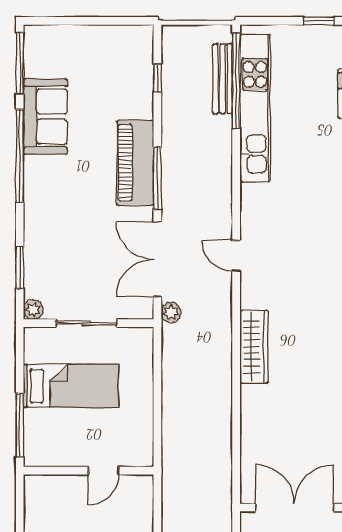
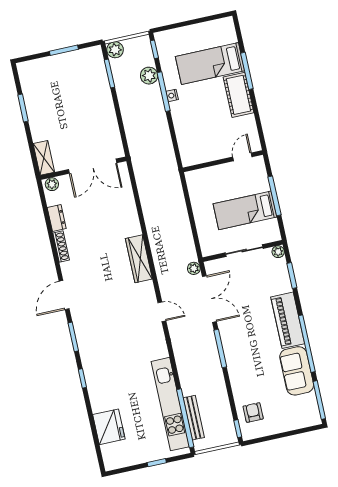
window: (319, 21) -> (157, 463), moved
armchair: (128, 66) -> (253, 412), added
window: (157, 78) -> (238, 429), moved
piano: (135, 163) -> (288, 320), moved, turned 180
window: (20, 425) -> (274, 196), moved
door: (104, 471) -> (242, 157), moved

